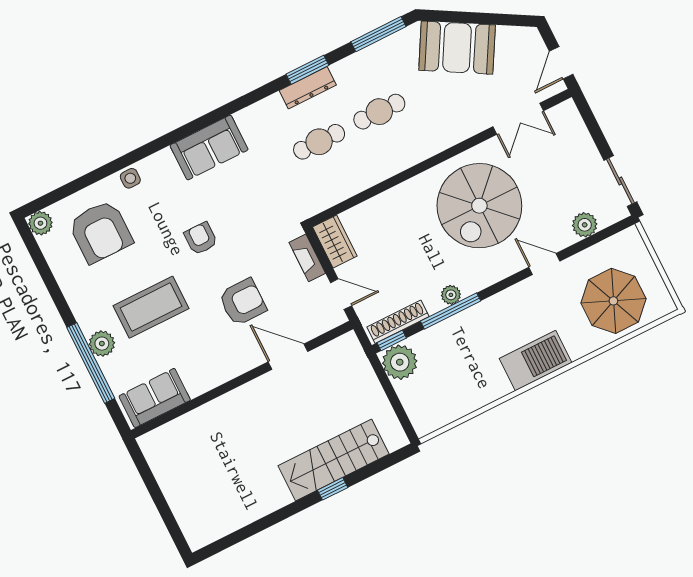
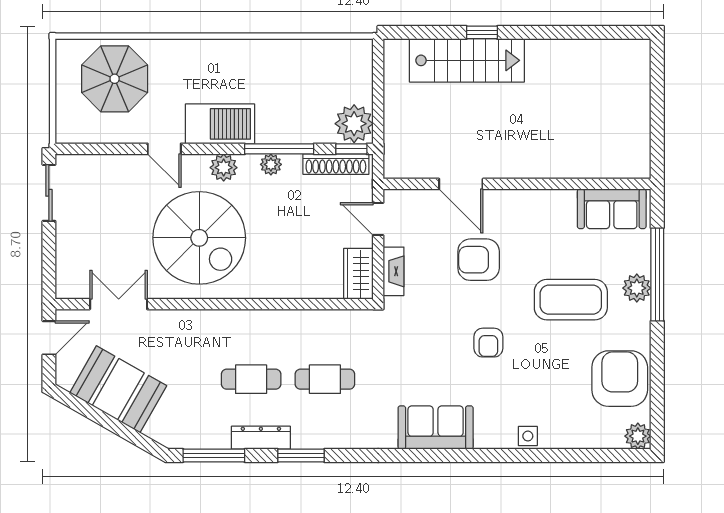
booth: (457, 48) -> (118, 389), moved
dresser: (308, 88) -> (261, 438), moved
spiral stairs: (479, 206) -> (199, 238), turned 90
plant: (585, 225) -> (224, 168), moved
armchair: (100, 232) -> (620, 379), moved
barbecue: (536, 360) -> (220, 124), moved, turned 180

